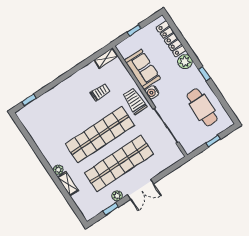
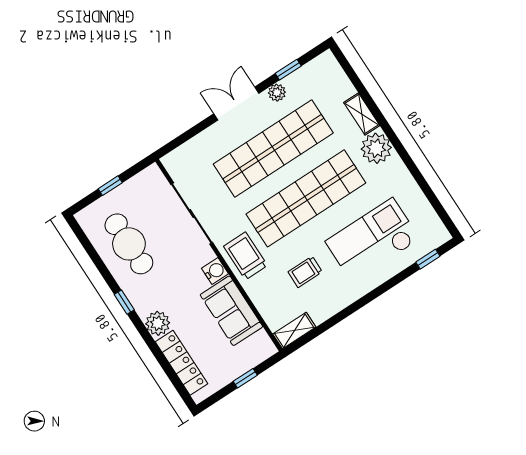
trolley: (135, 101) -> (245, 256), turned 180
checkout: (61, 111) -> (373, 240), added
plant: (58, 170) -> (376, 148), width x1.87, depth x1.87

